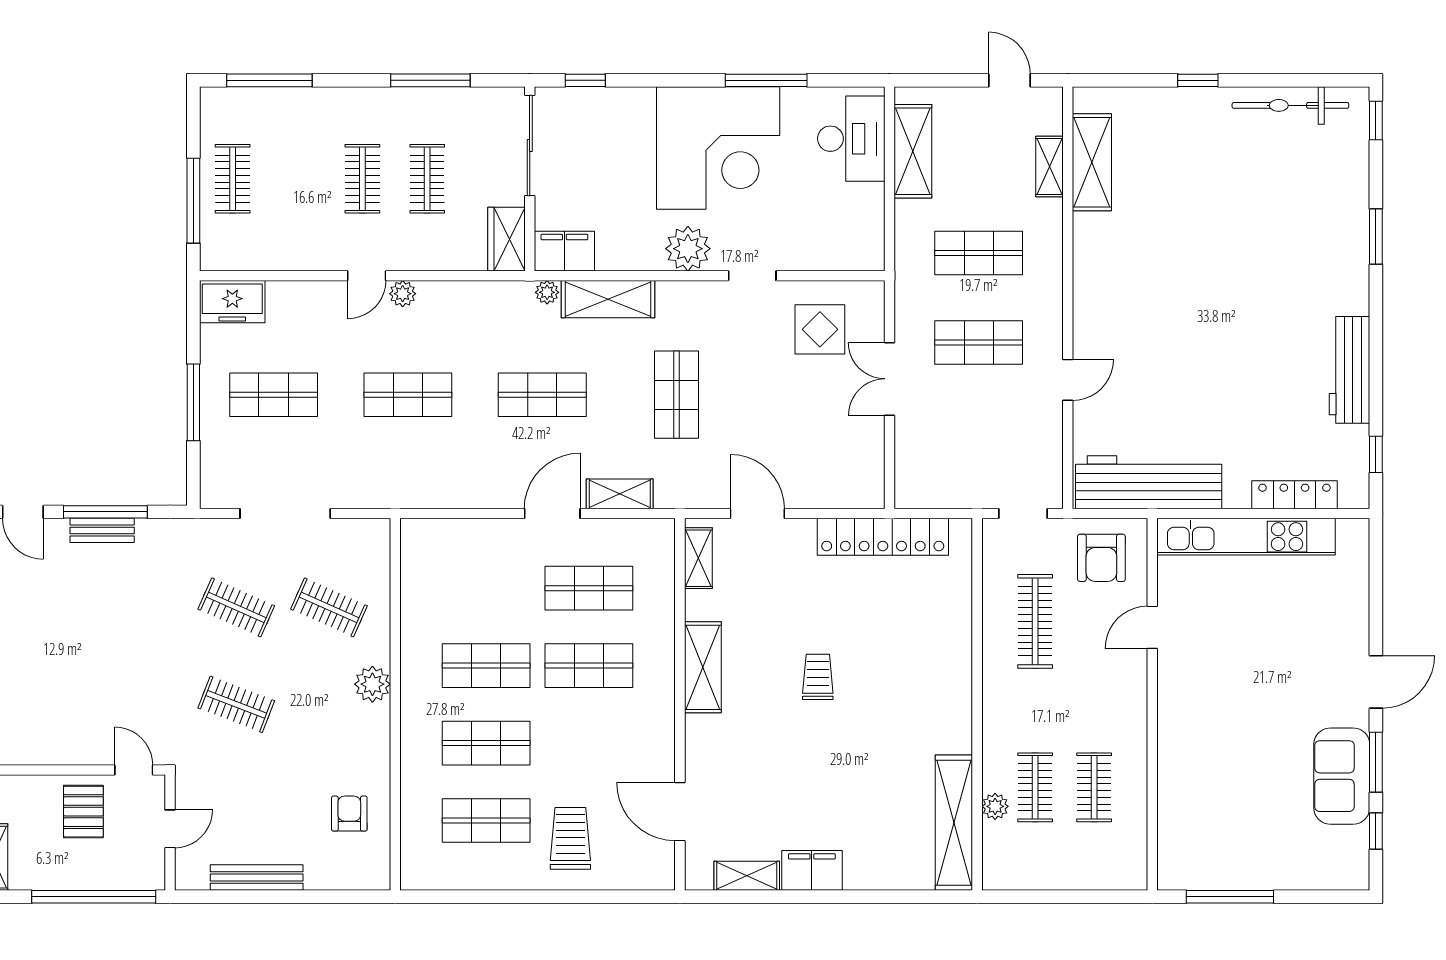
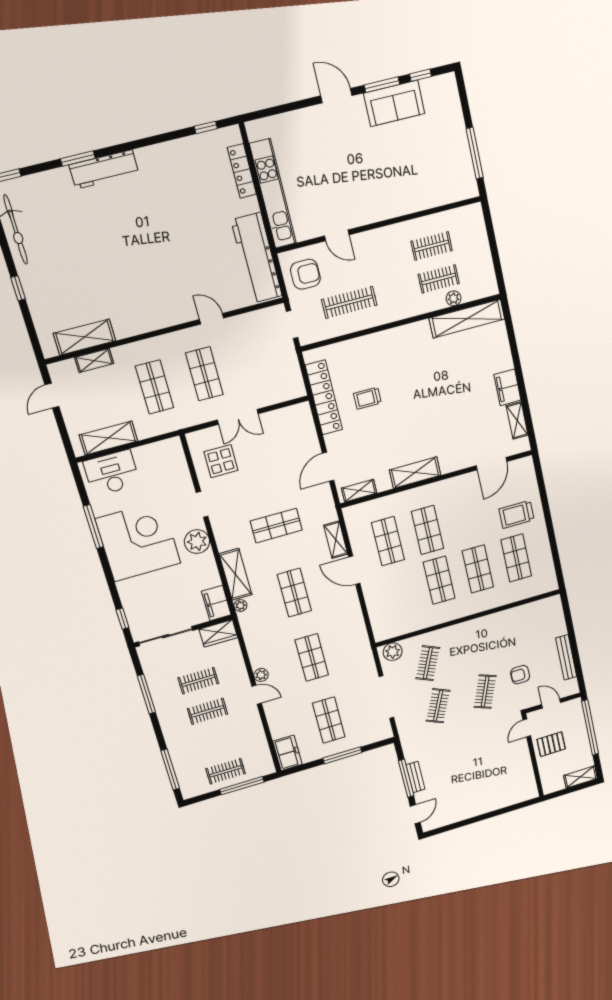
workbench: (1350, 370) -> (104, 169), moved
trolley: (818, 677) -> (367, 398), moved
plant: (372, 684) -> (393, 652), moved
armchair: (349, 814) -> (520, 675), moved

